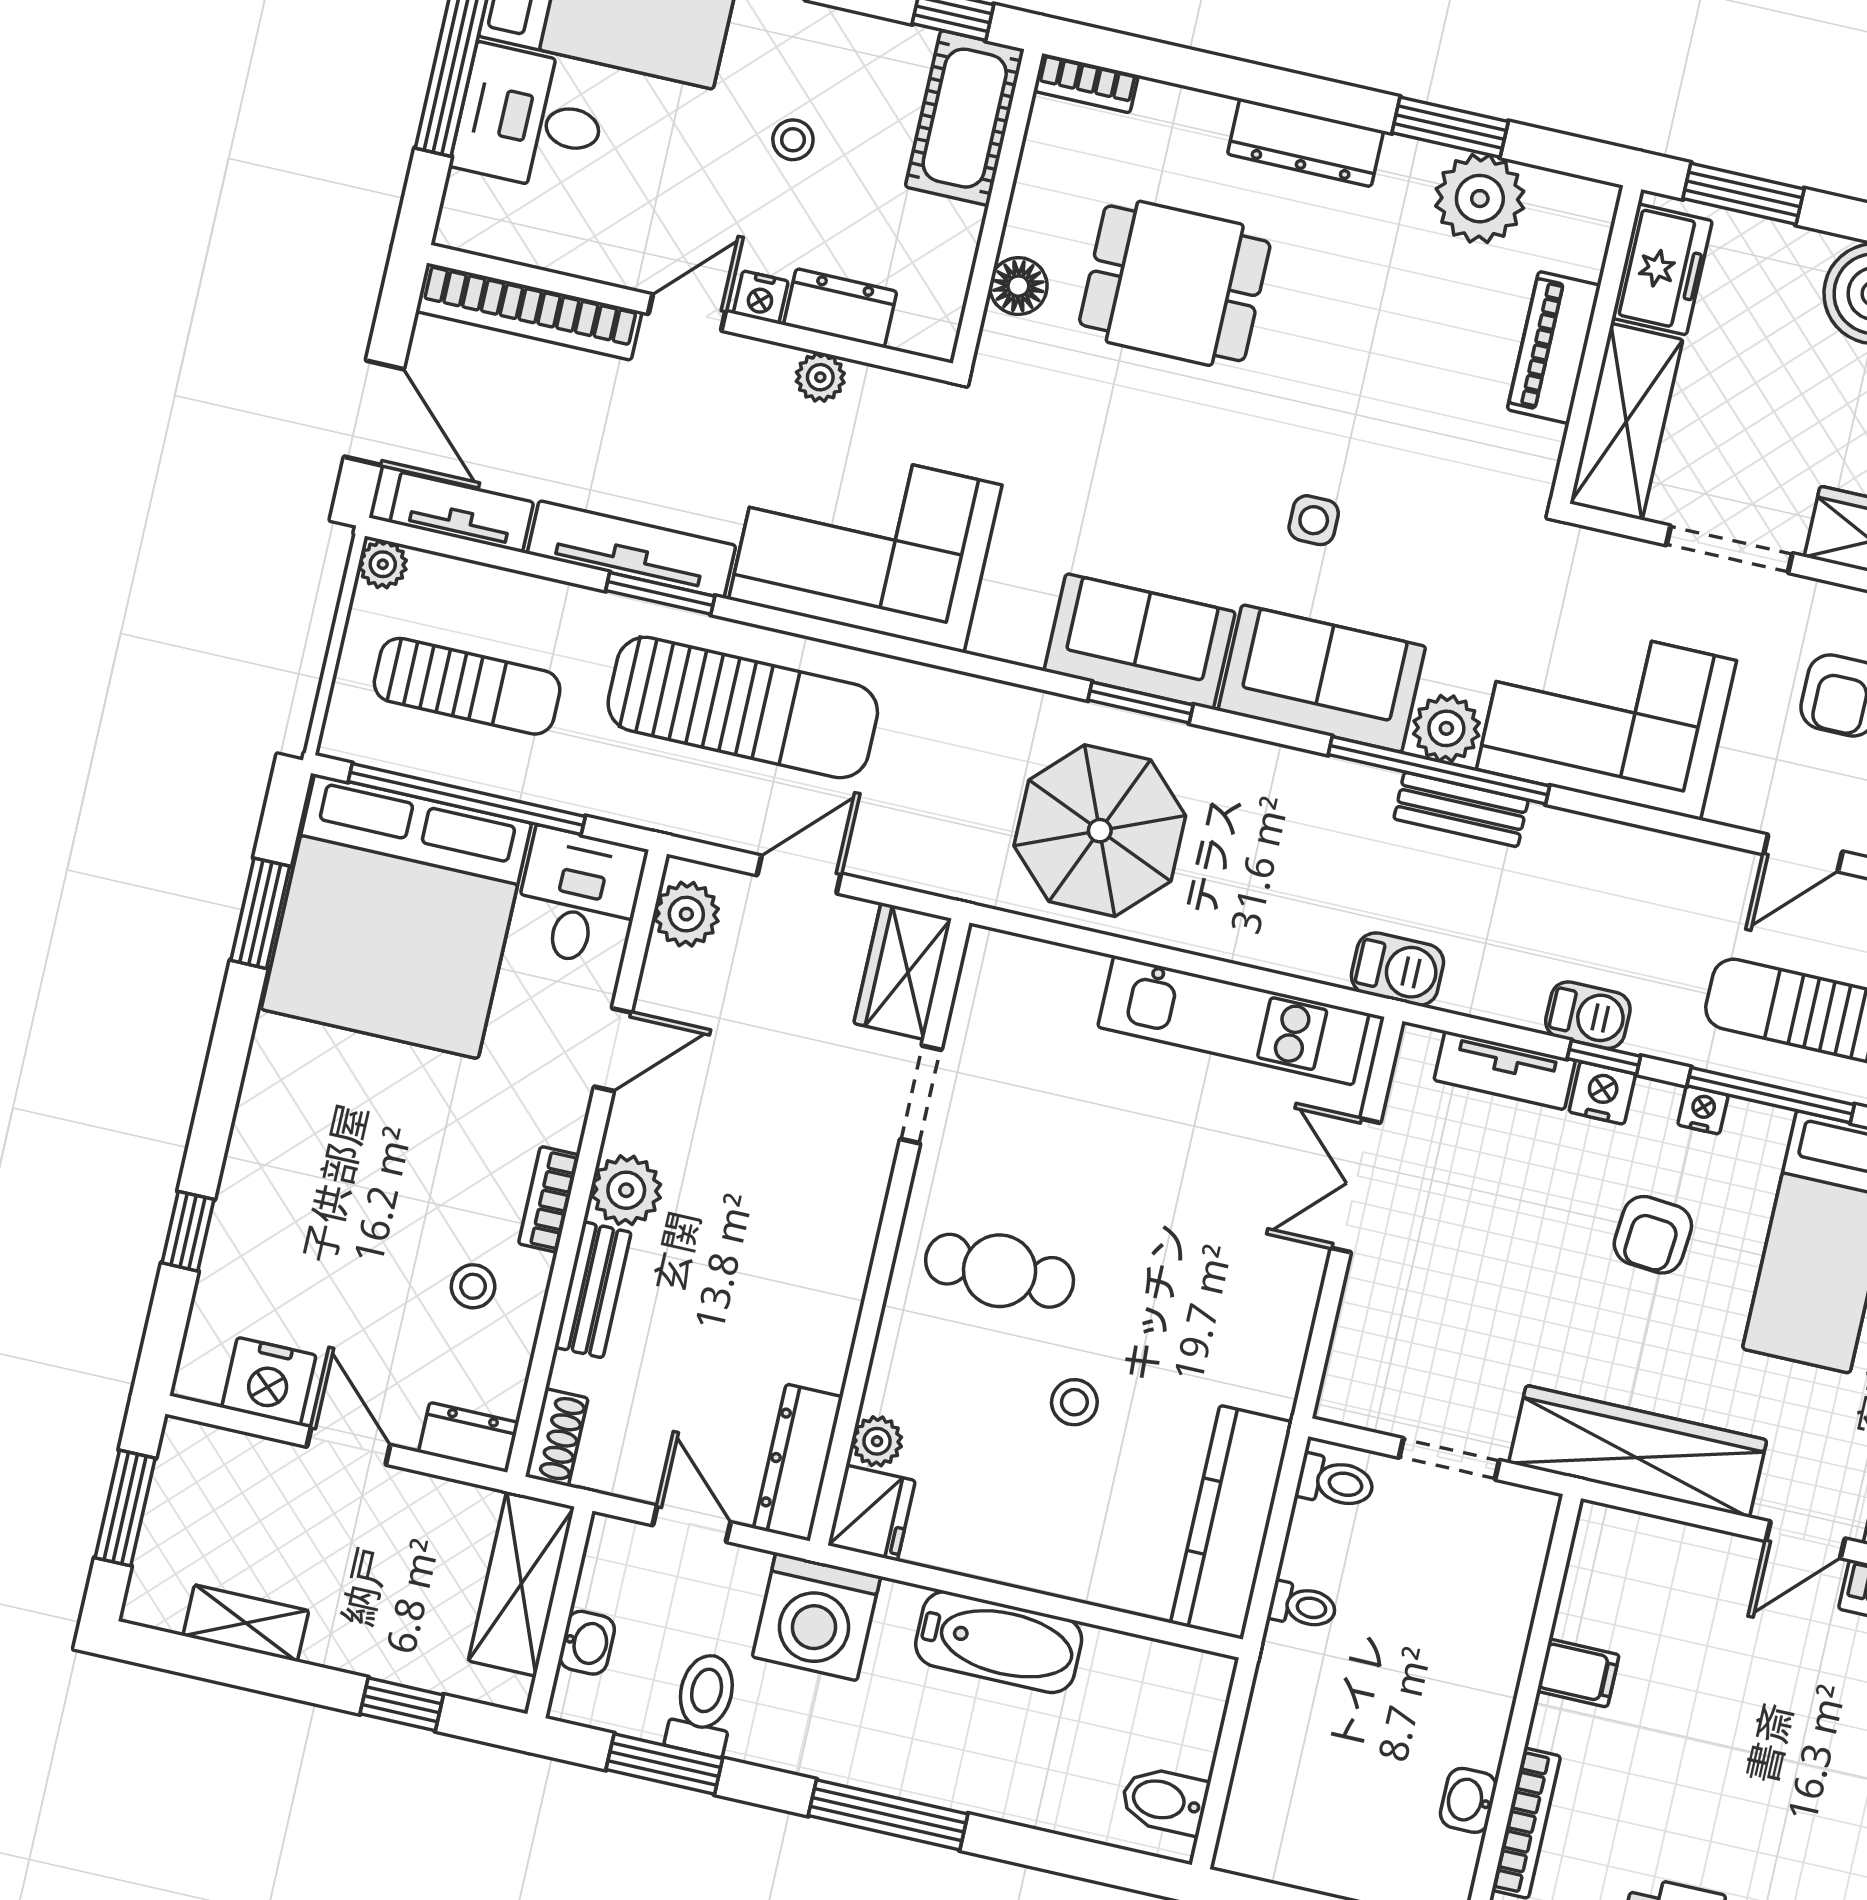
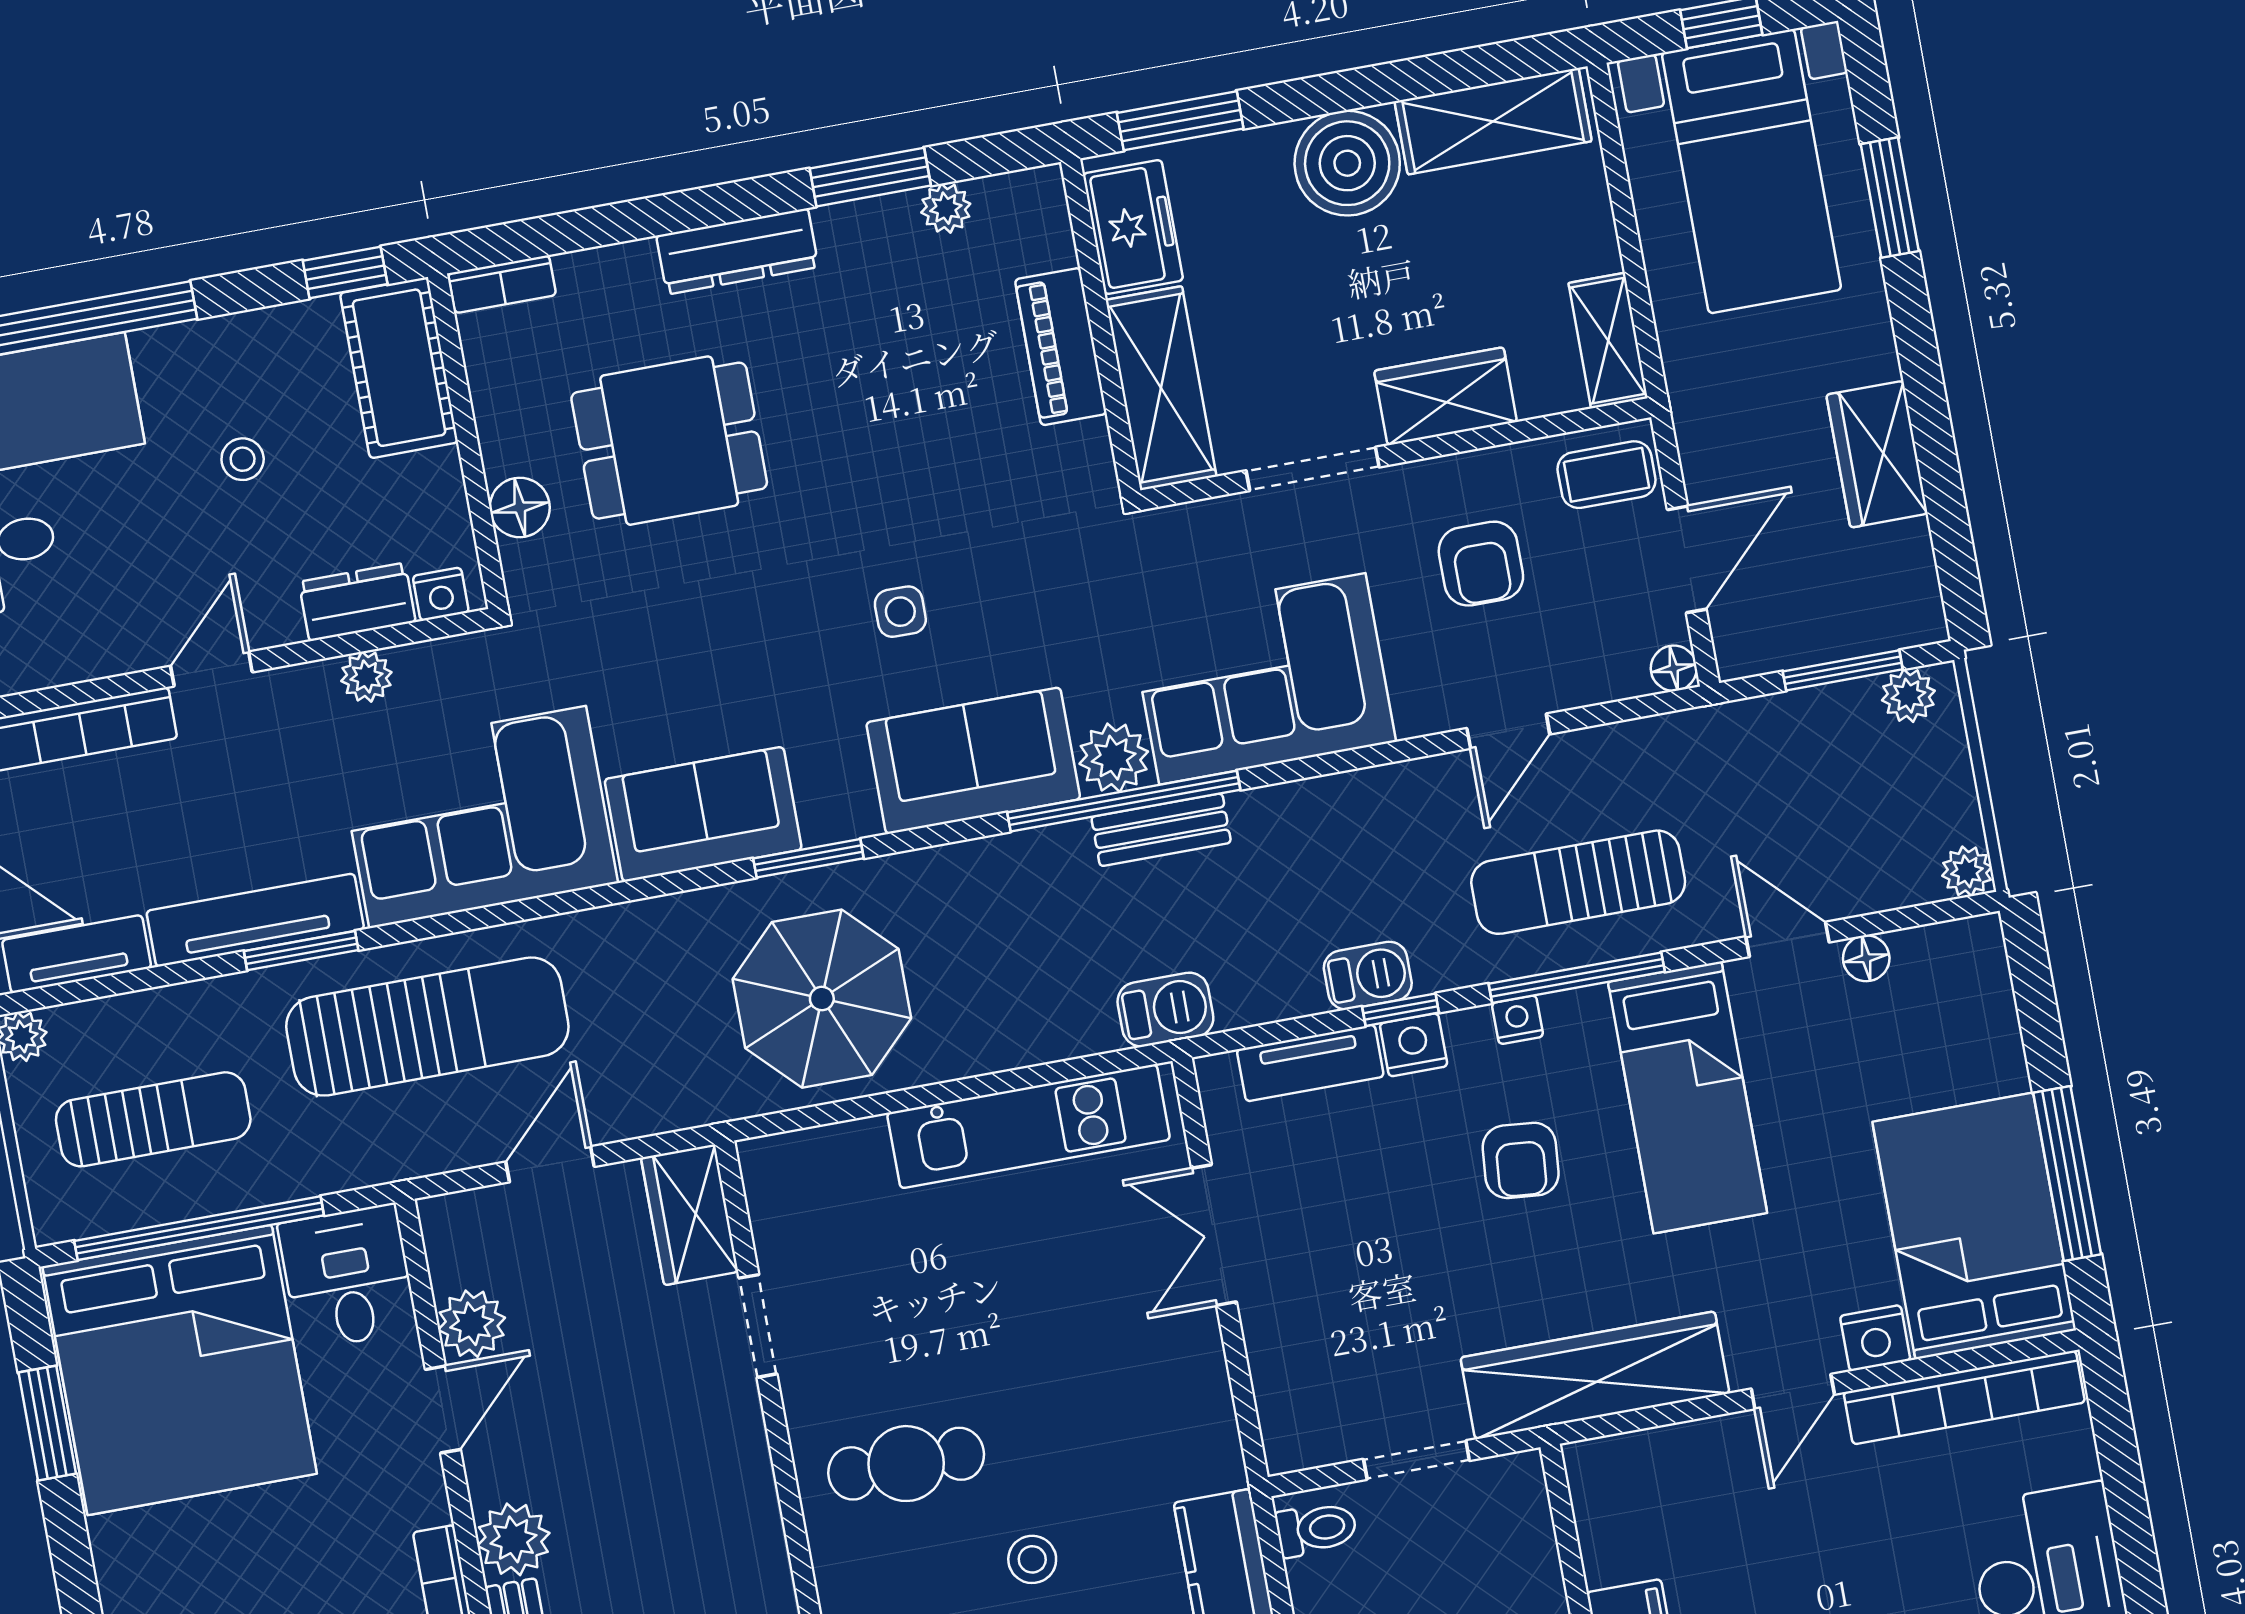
plant: (1480, 199) -> (946, 208), width x0.53, depth x0.53
nightstand: (761, 297) -> (441, 594), moved
sofa: (1140, 641) -> (703, 814), moved
plant: (686, 914) -> (472, 1324), moved

